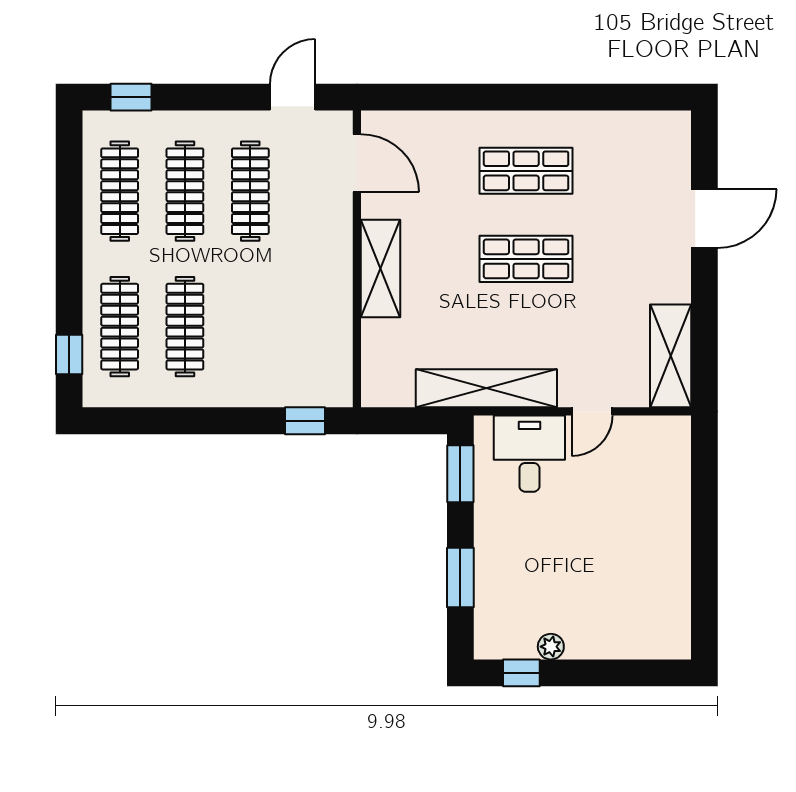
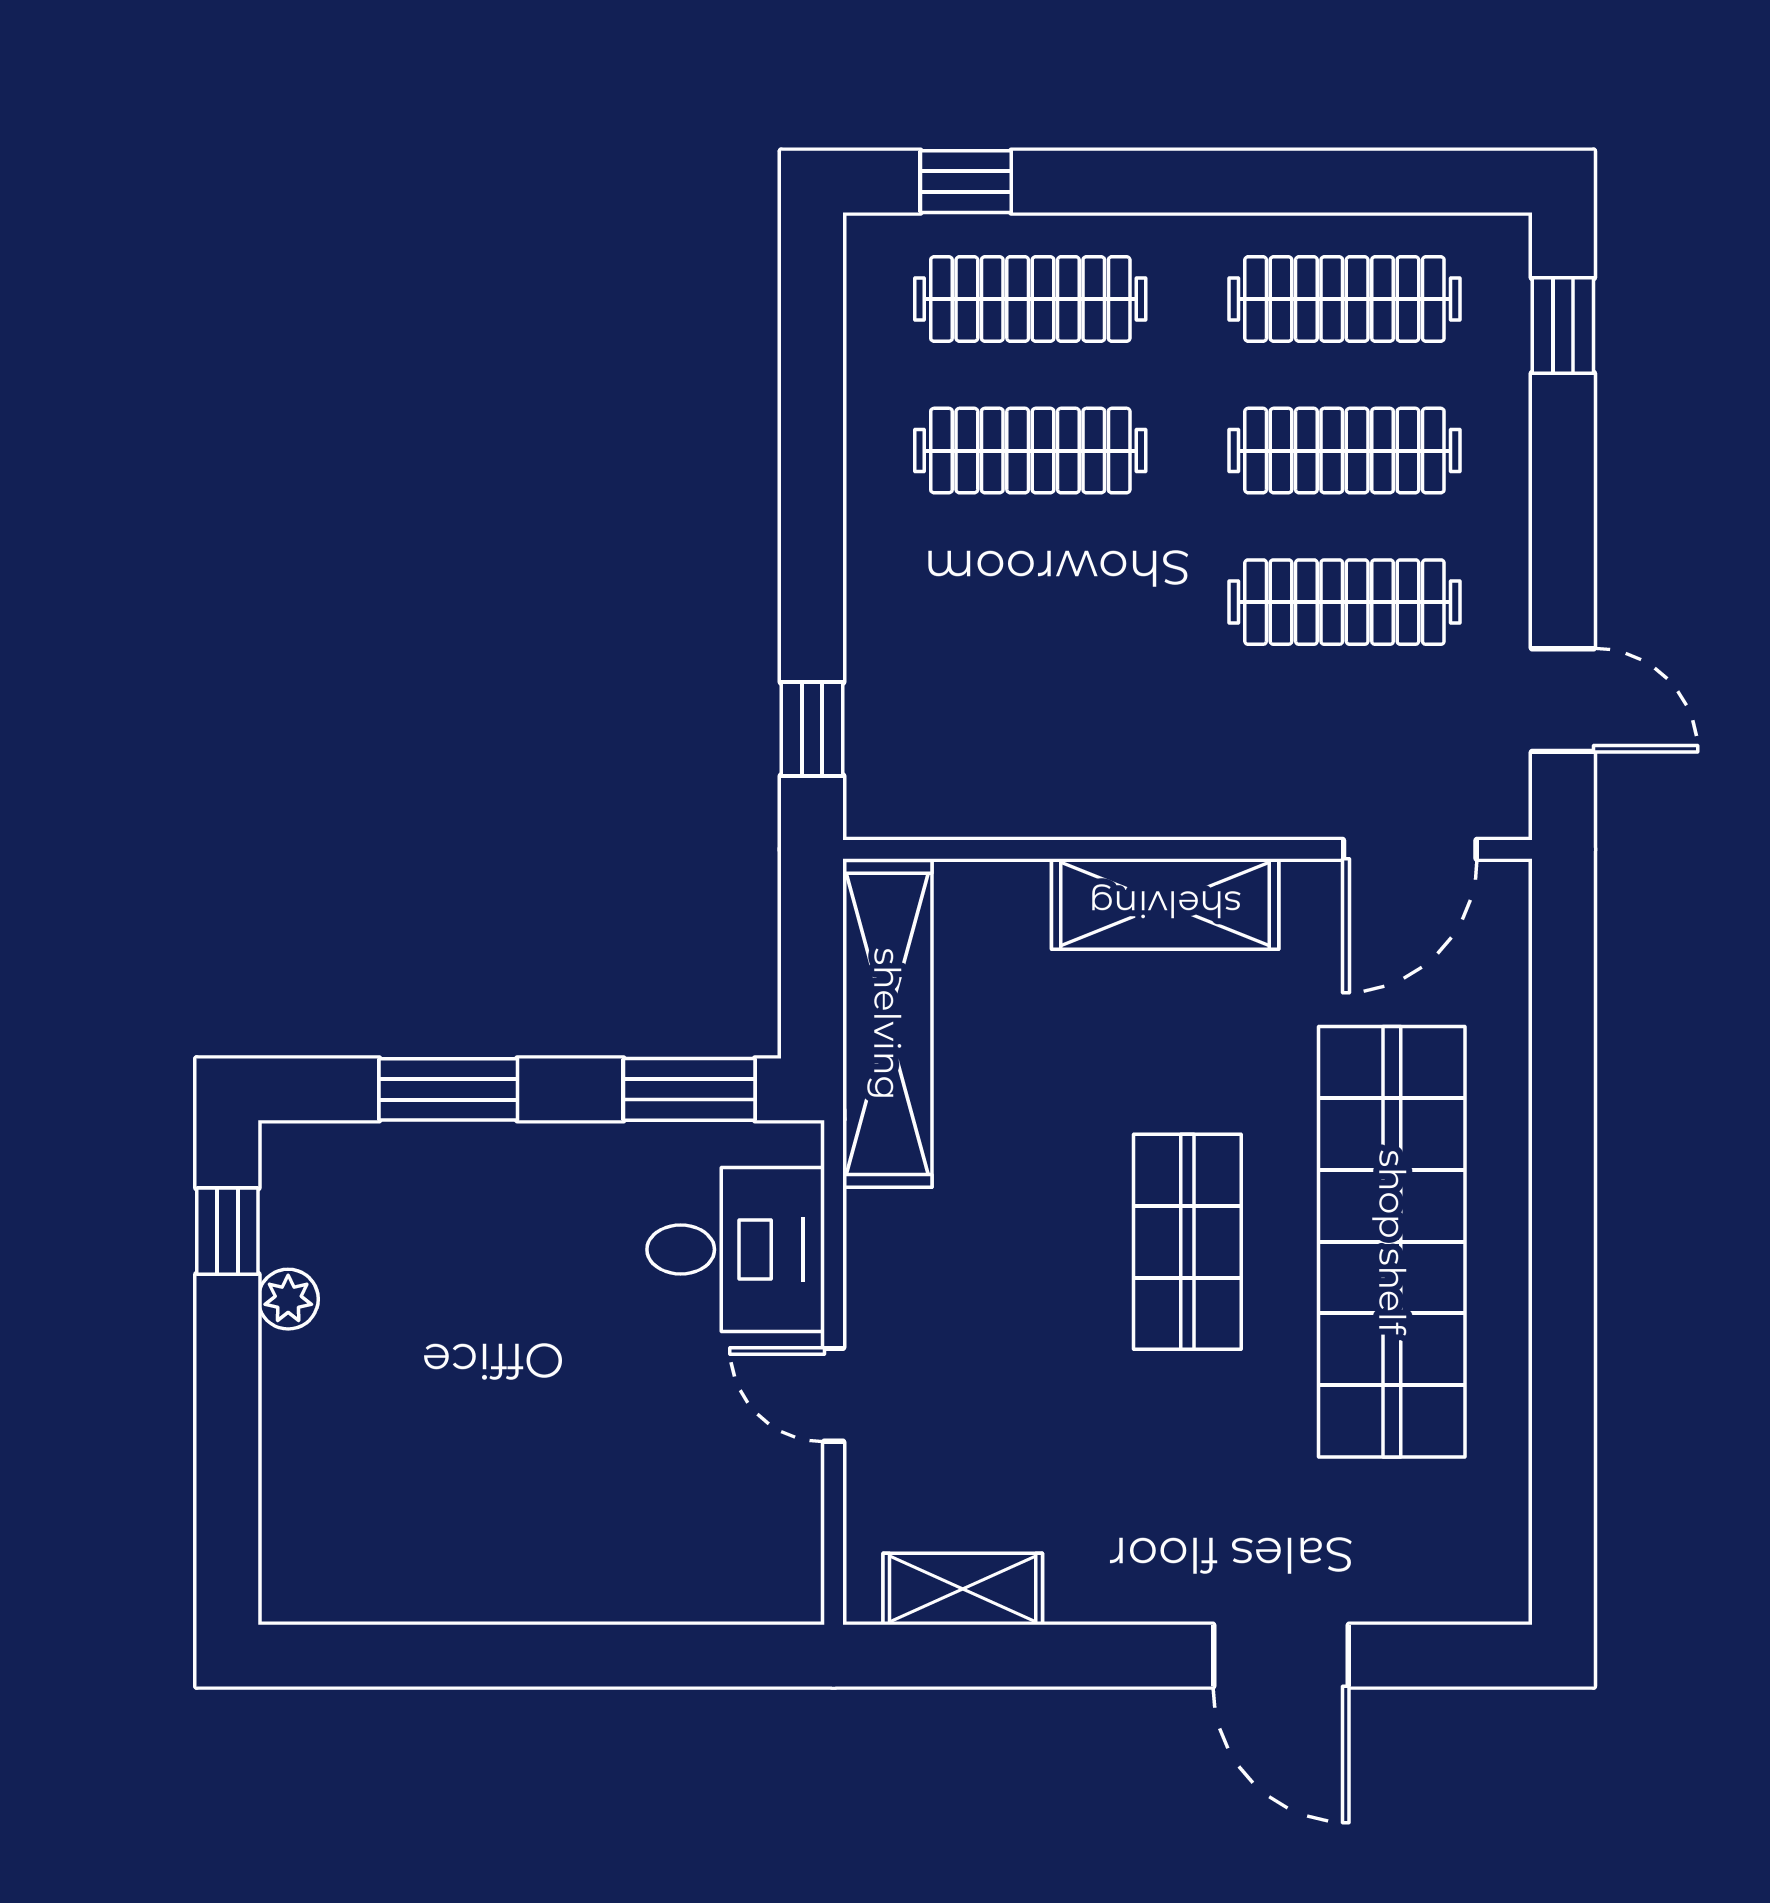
shop shelf: (526, 171) -> (1392, 1242), width x2.00, depth x1.36
shelving: (671, 356) -> (963, 1589), width x0.67, depth x0.75
shelving: (486, 388) -> (887, 1024), moved

